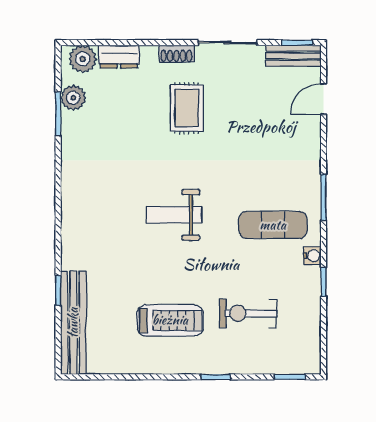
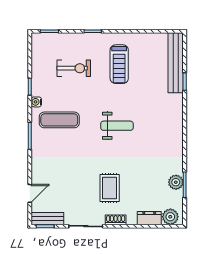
plant: (73, 98) -> (176, 182), moved
treadmill: (170, 320) -> (119, 64), turned -90

